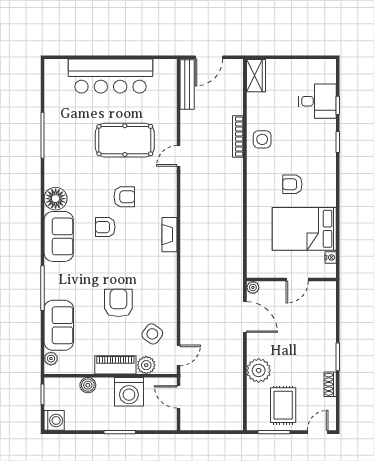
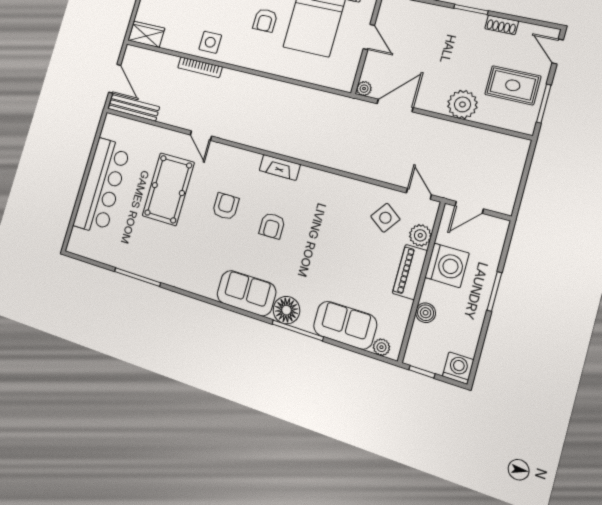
floor lamp: (56, 199) -> (286, 310), moved
armchair: (105, 227) -> (272, 226), moved
armchair: (118, 303) -> (339, 247), removed

